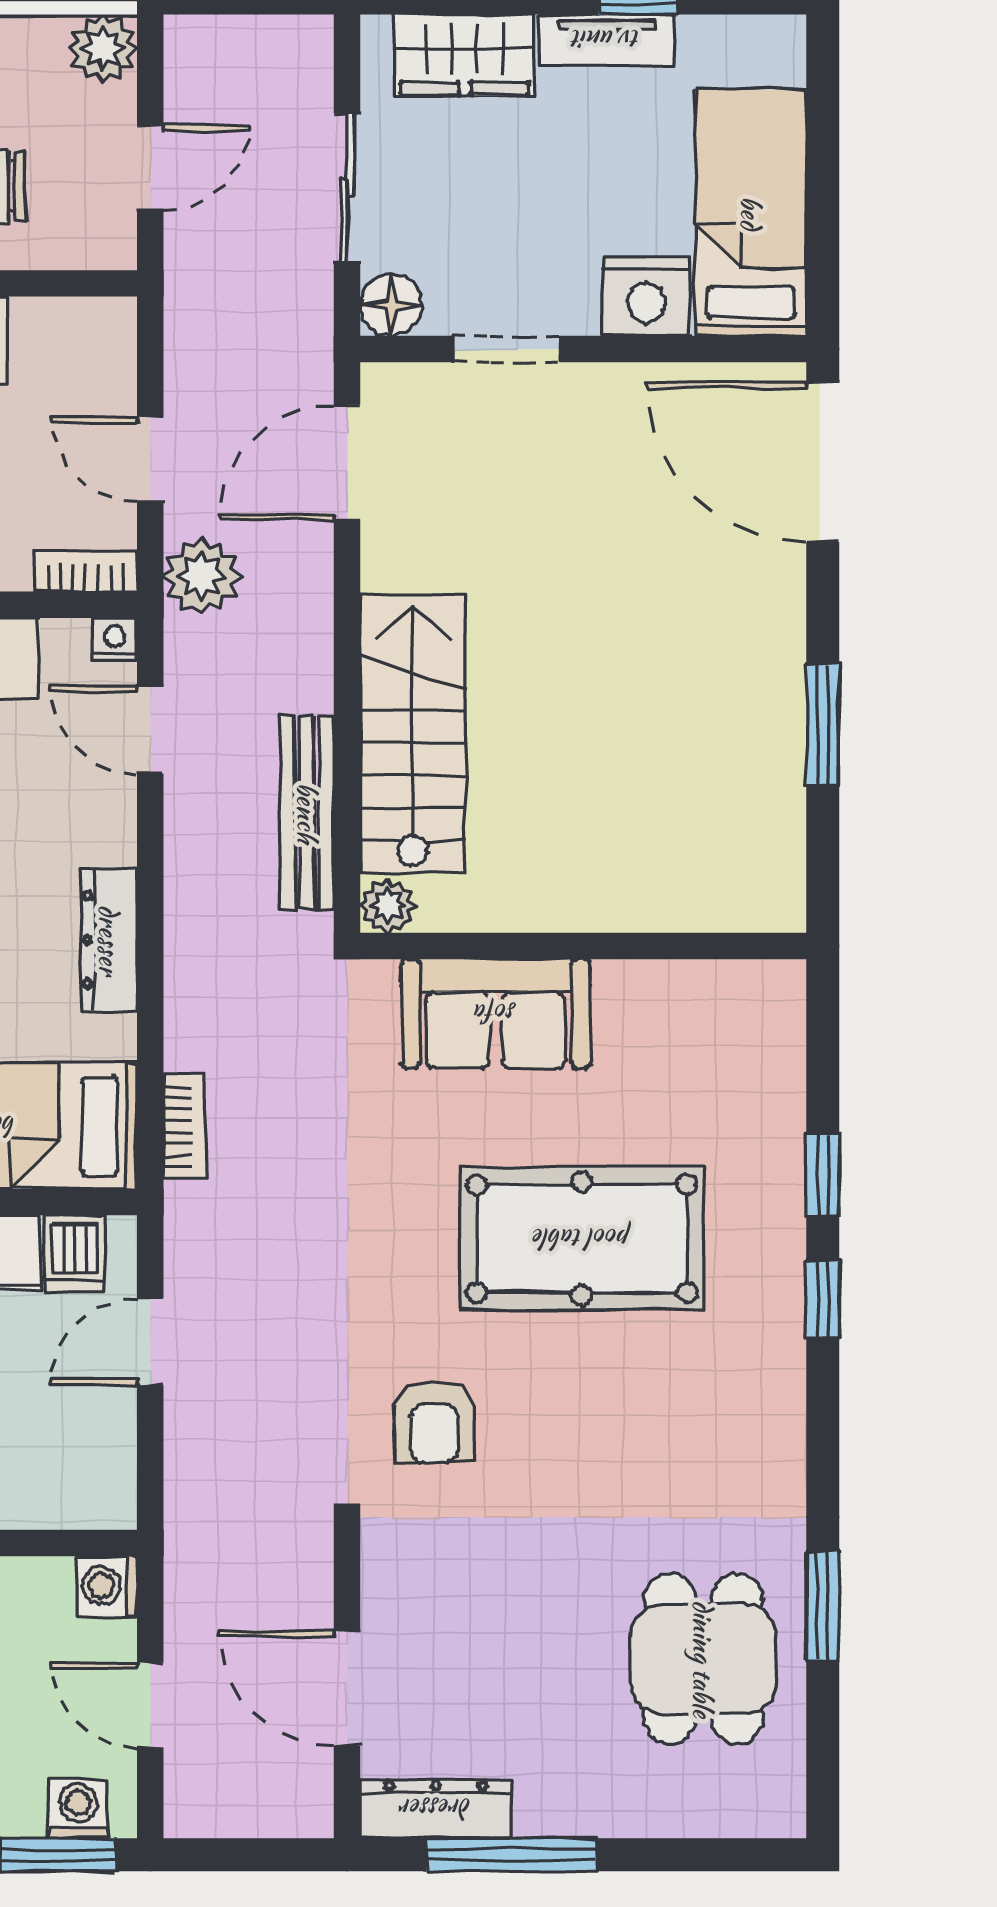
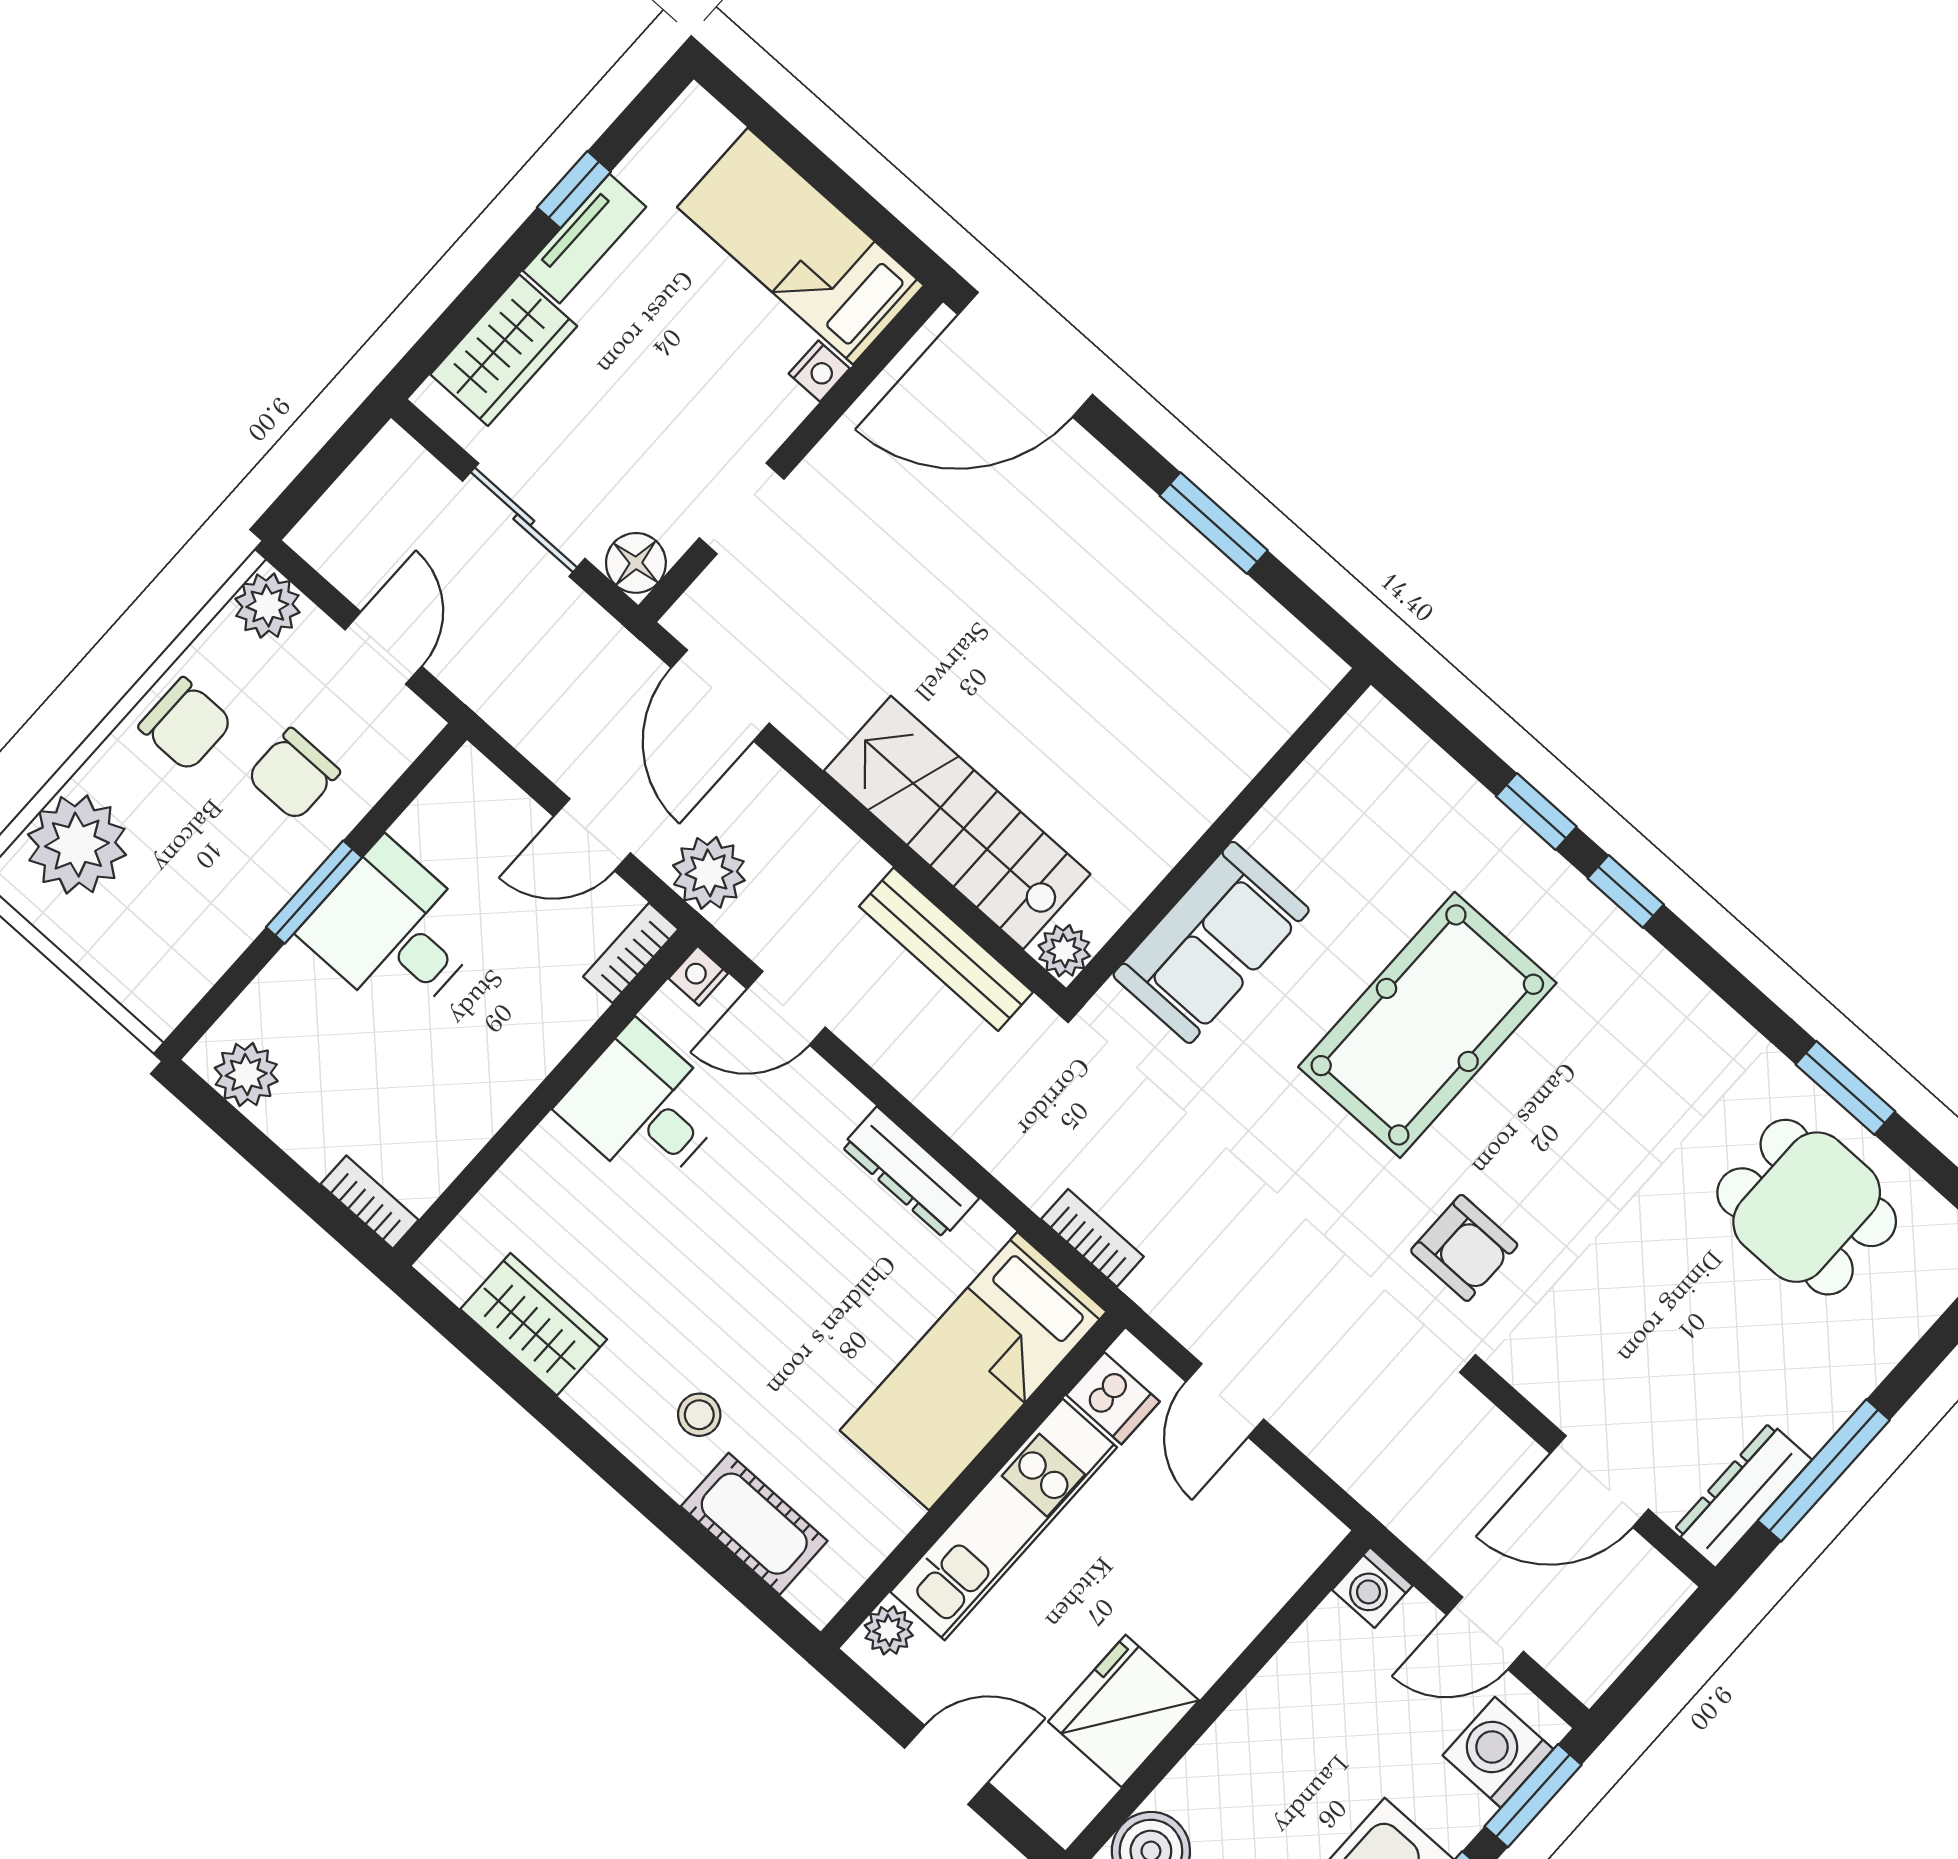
nightstand: (646, 296) -> (819, 371), width x0.53, depth x0.56
washing machine: (78, 1809) -> (1498, 1752), width x1.38, depth x1.38

